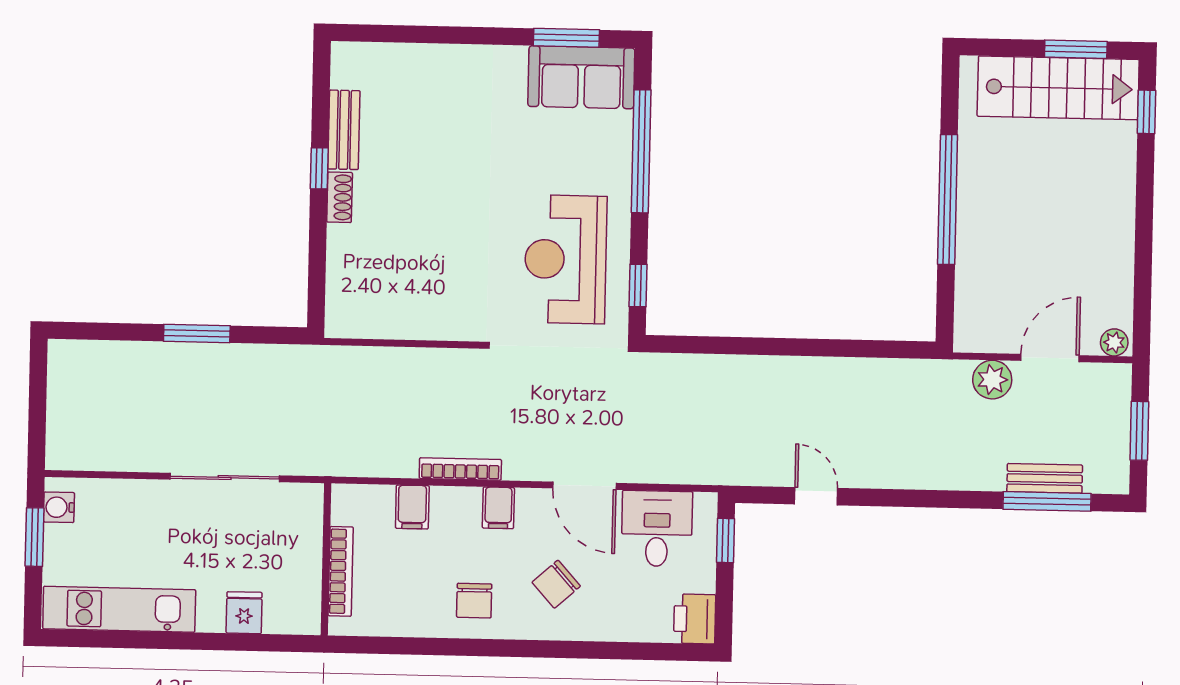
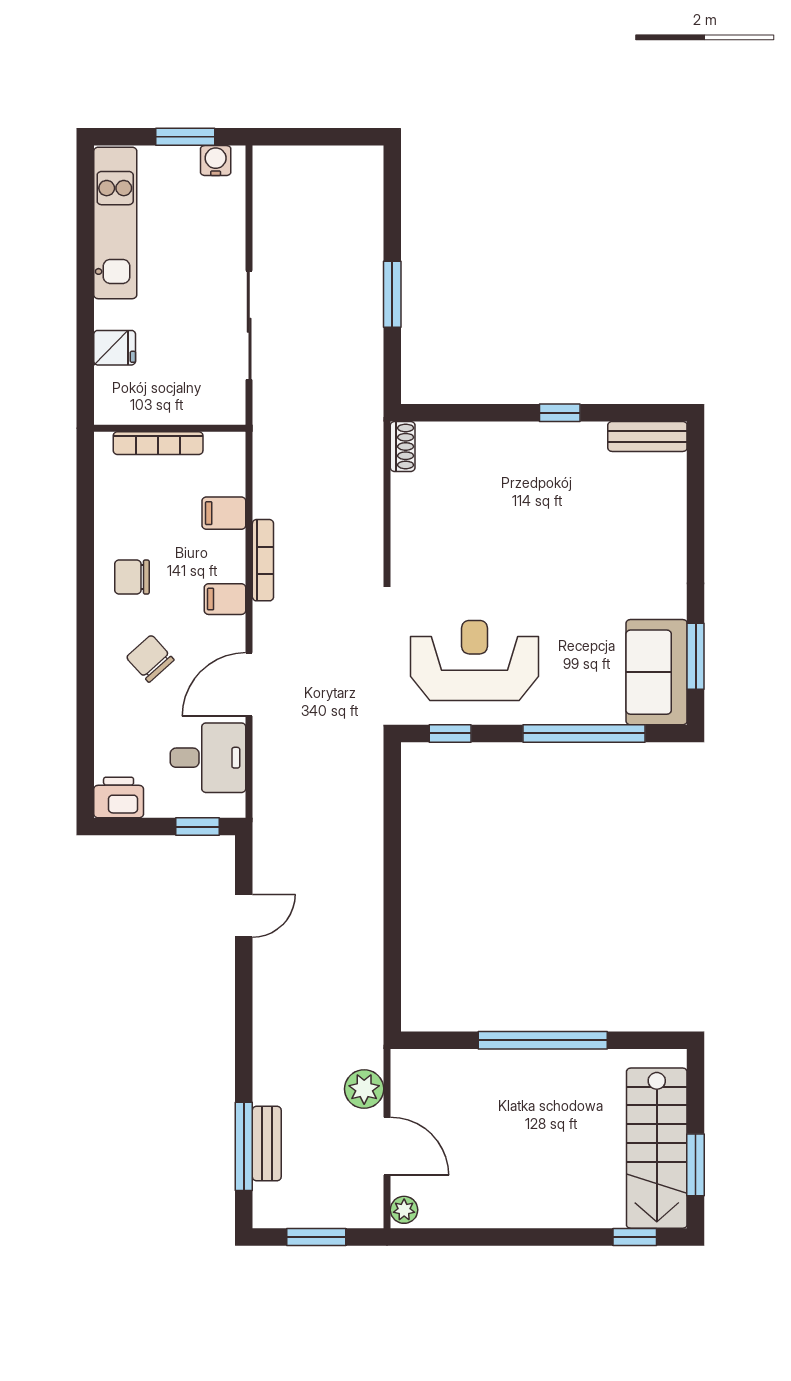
bench: (344, 130) -> (647, 436), moved
shoe rack: (340, 197) -> (403, 446), moved, turned -90

